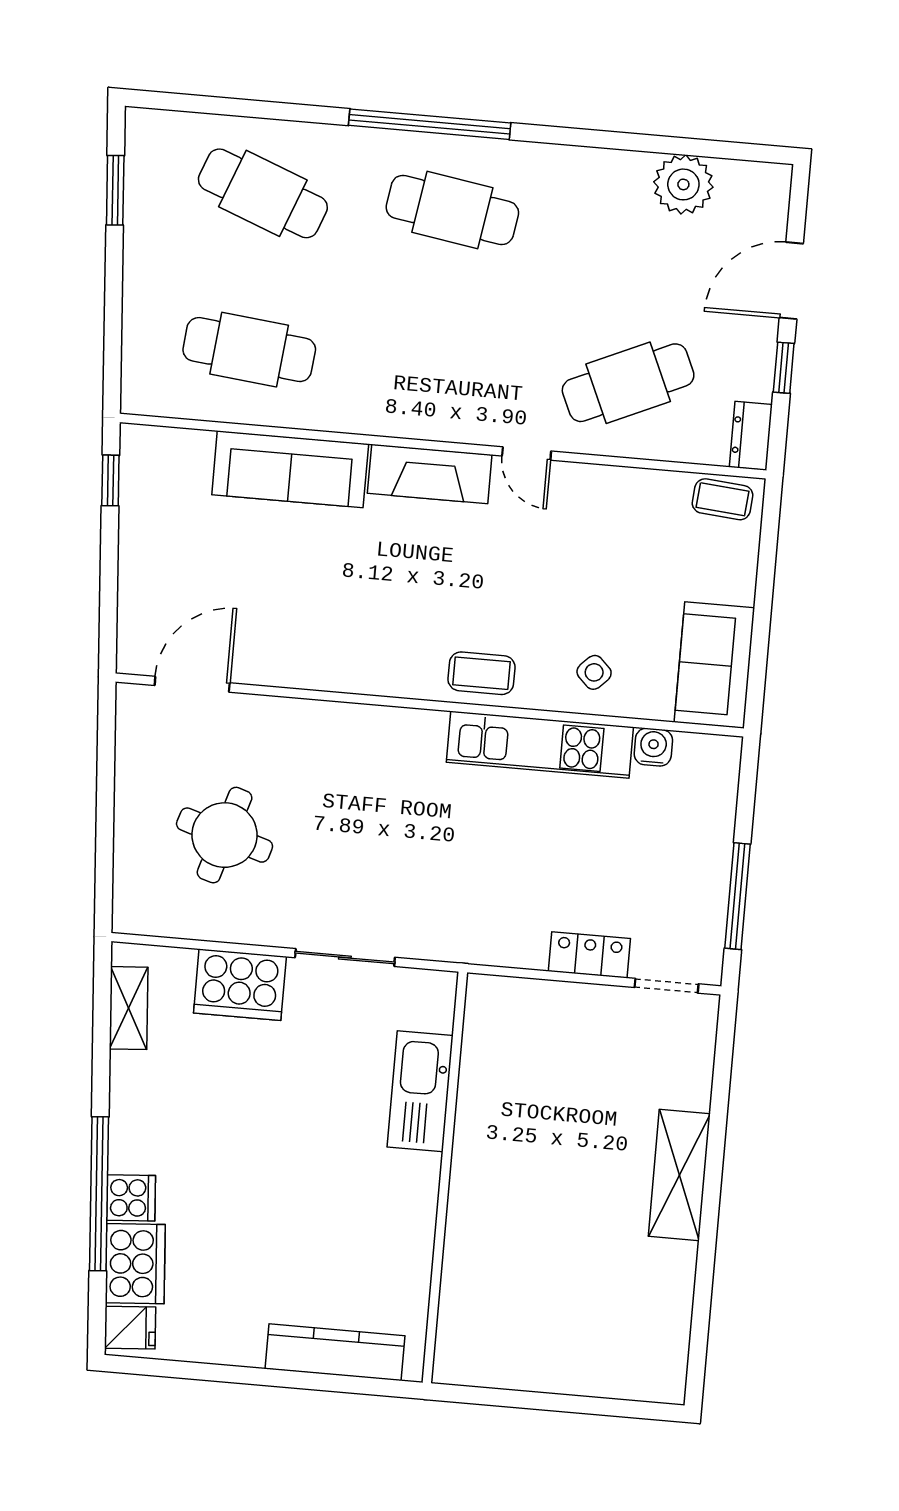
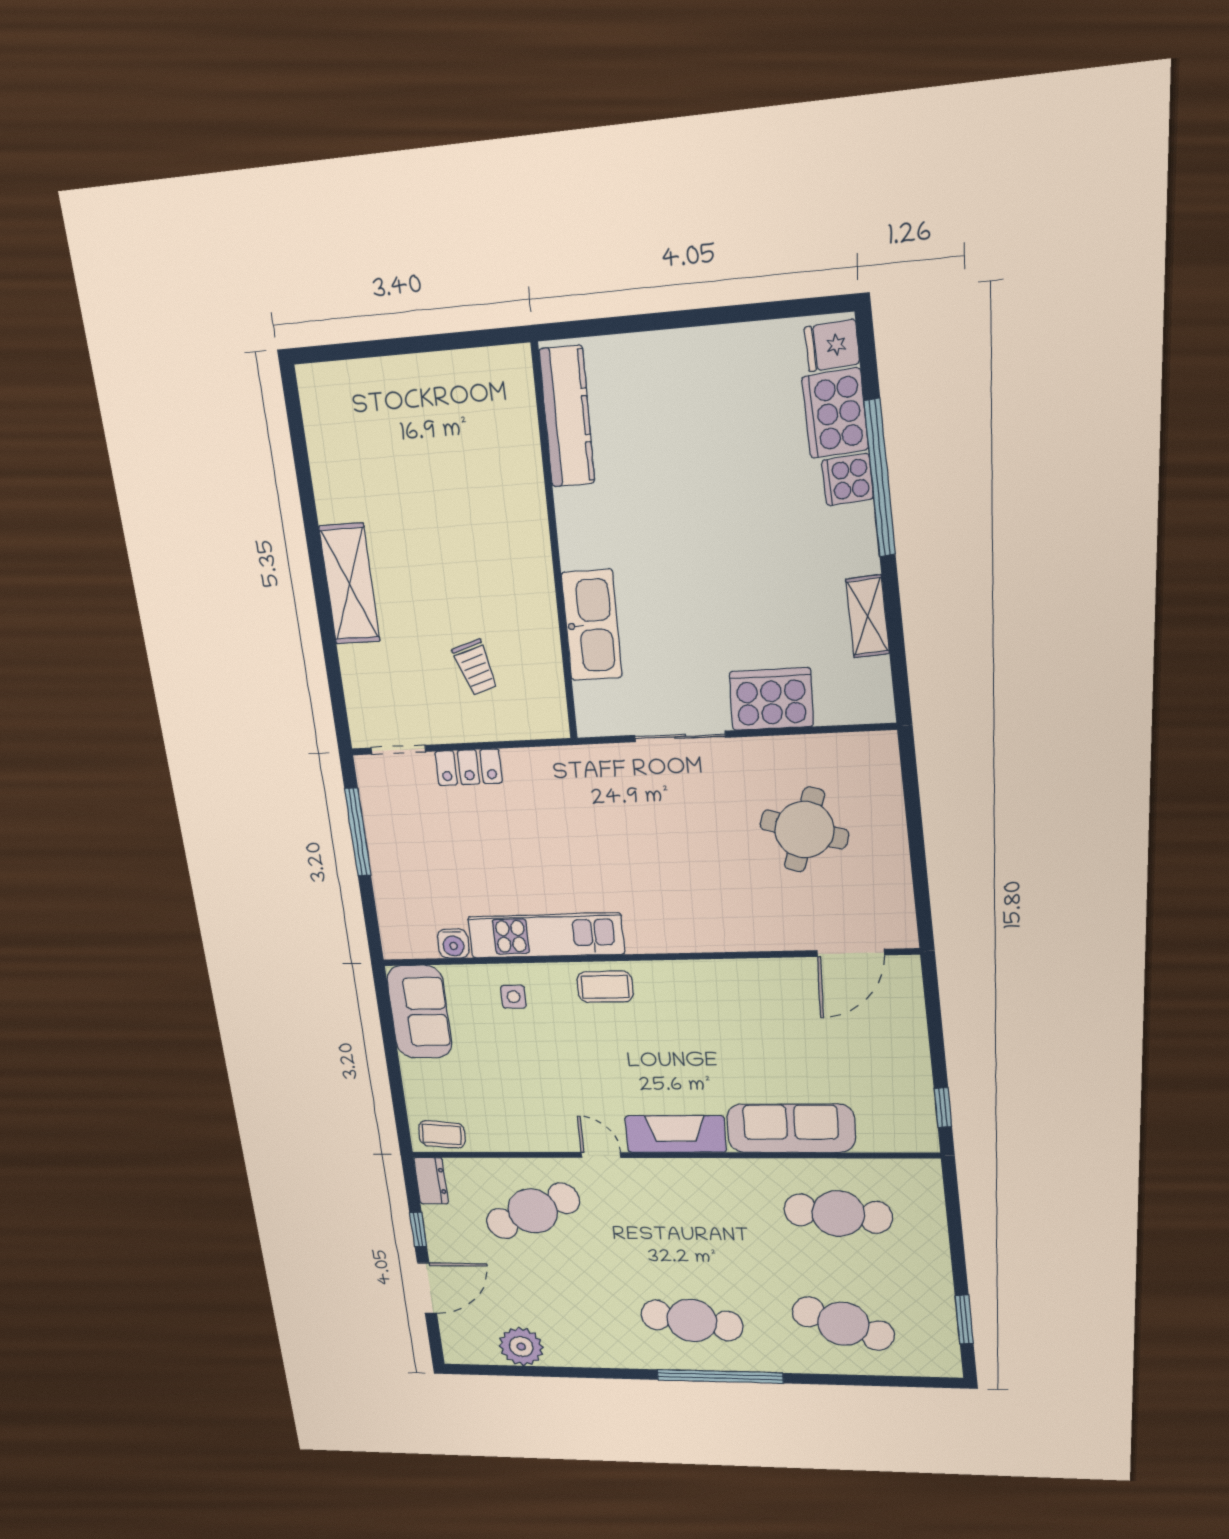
side table: (594, 672) -> (514, 997), turned 45
shelving: (129, 1008) -> (868, 616), moved
trolley: (558, 1065) -> (475, 667), added
kitchen counter: (335, 1352) -> (567, 417), moved, turned -90

